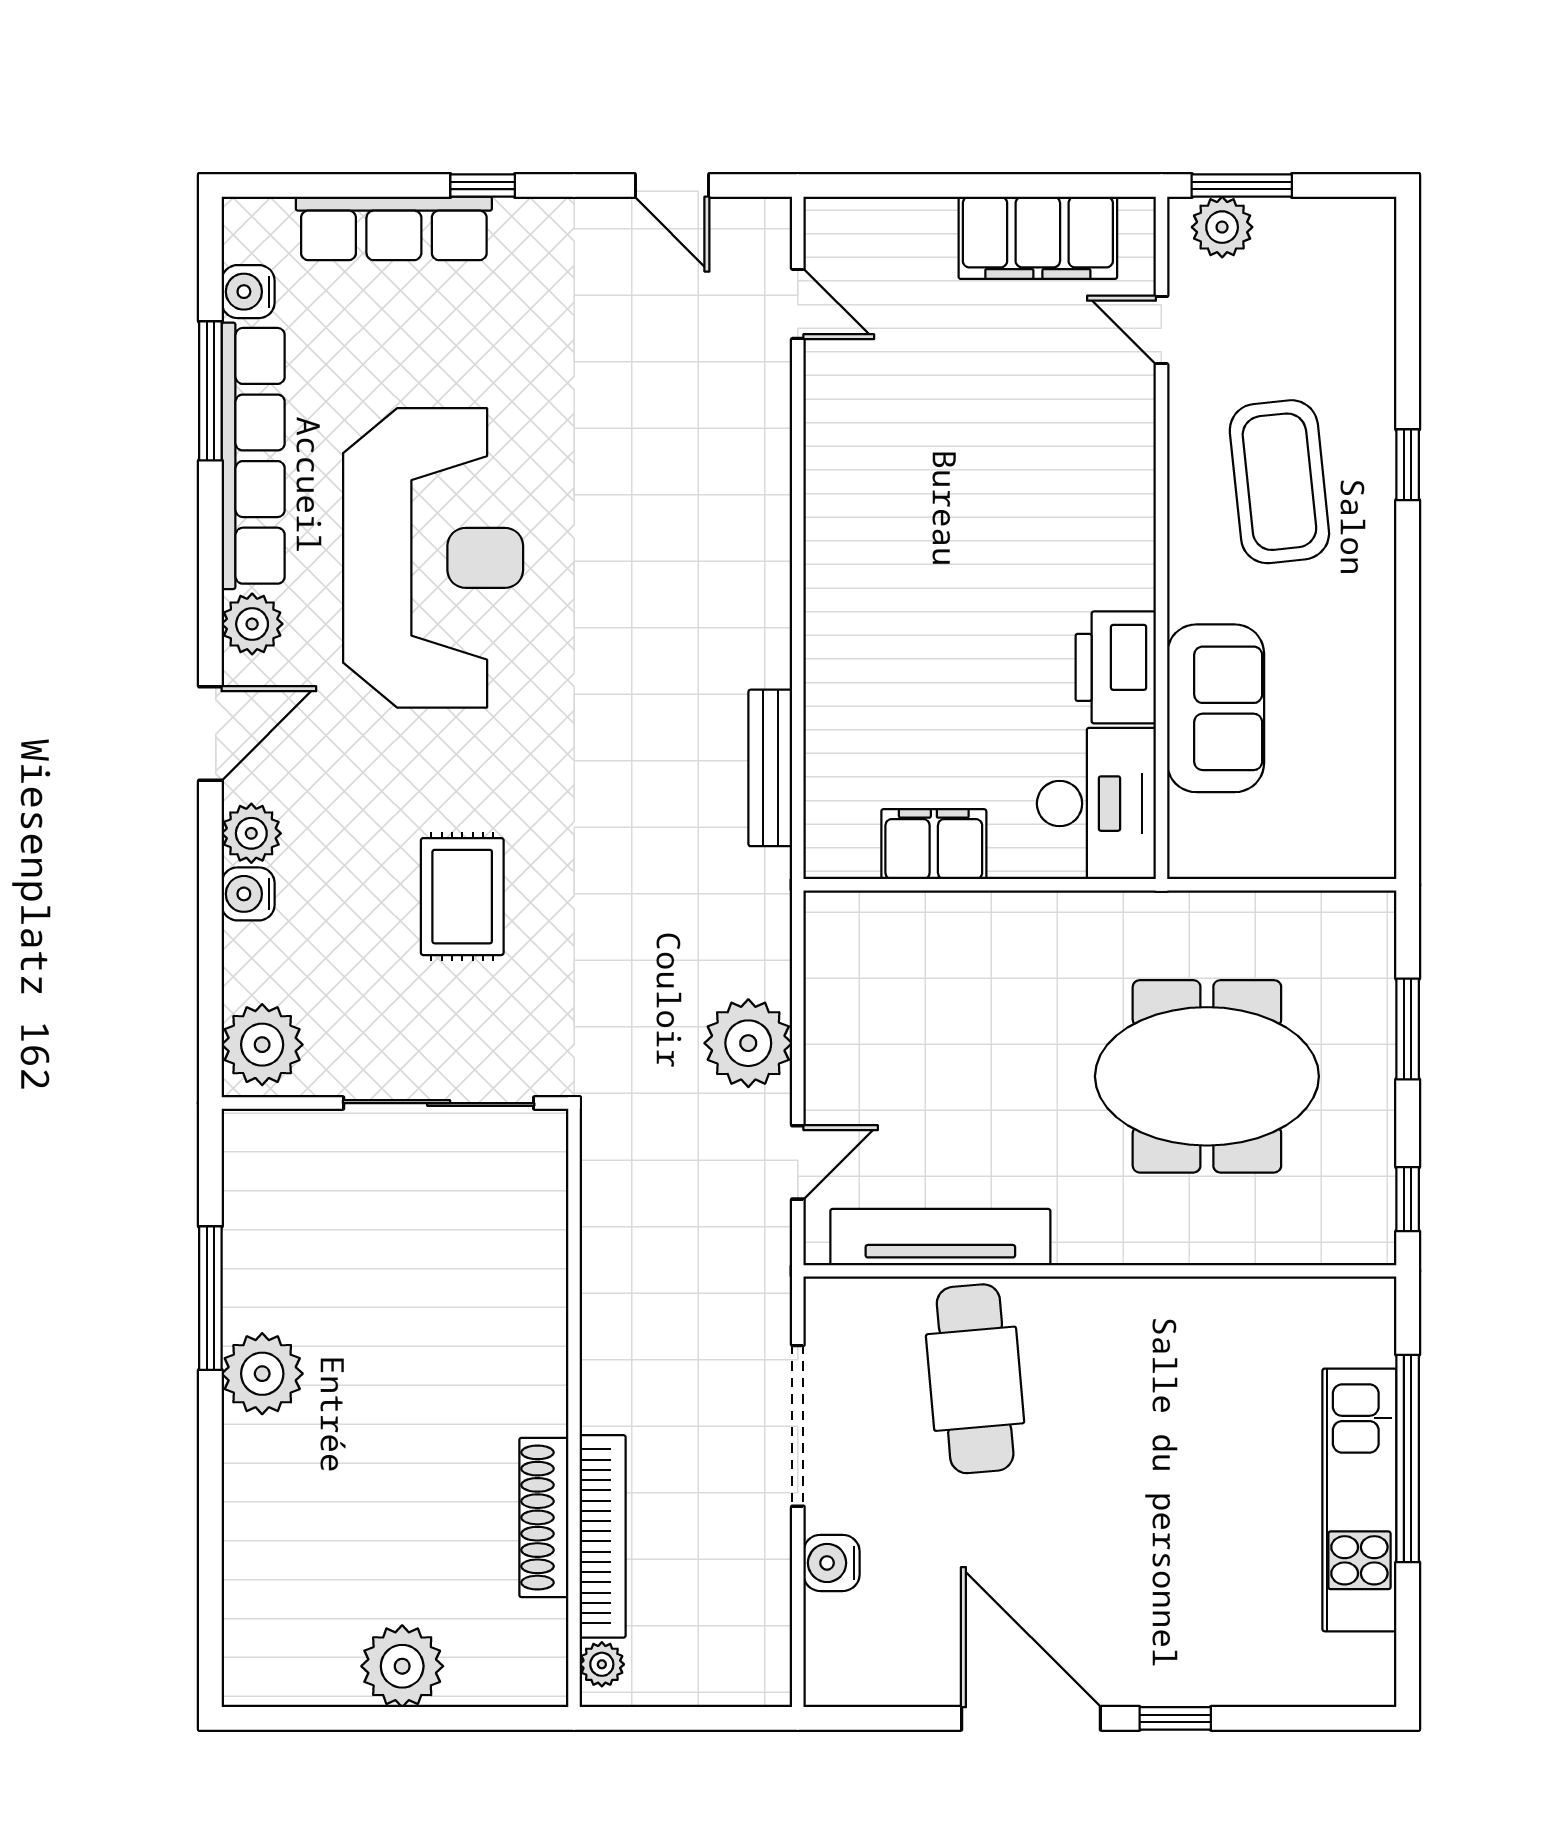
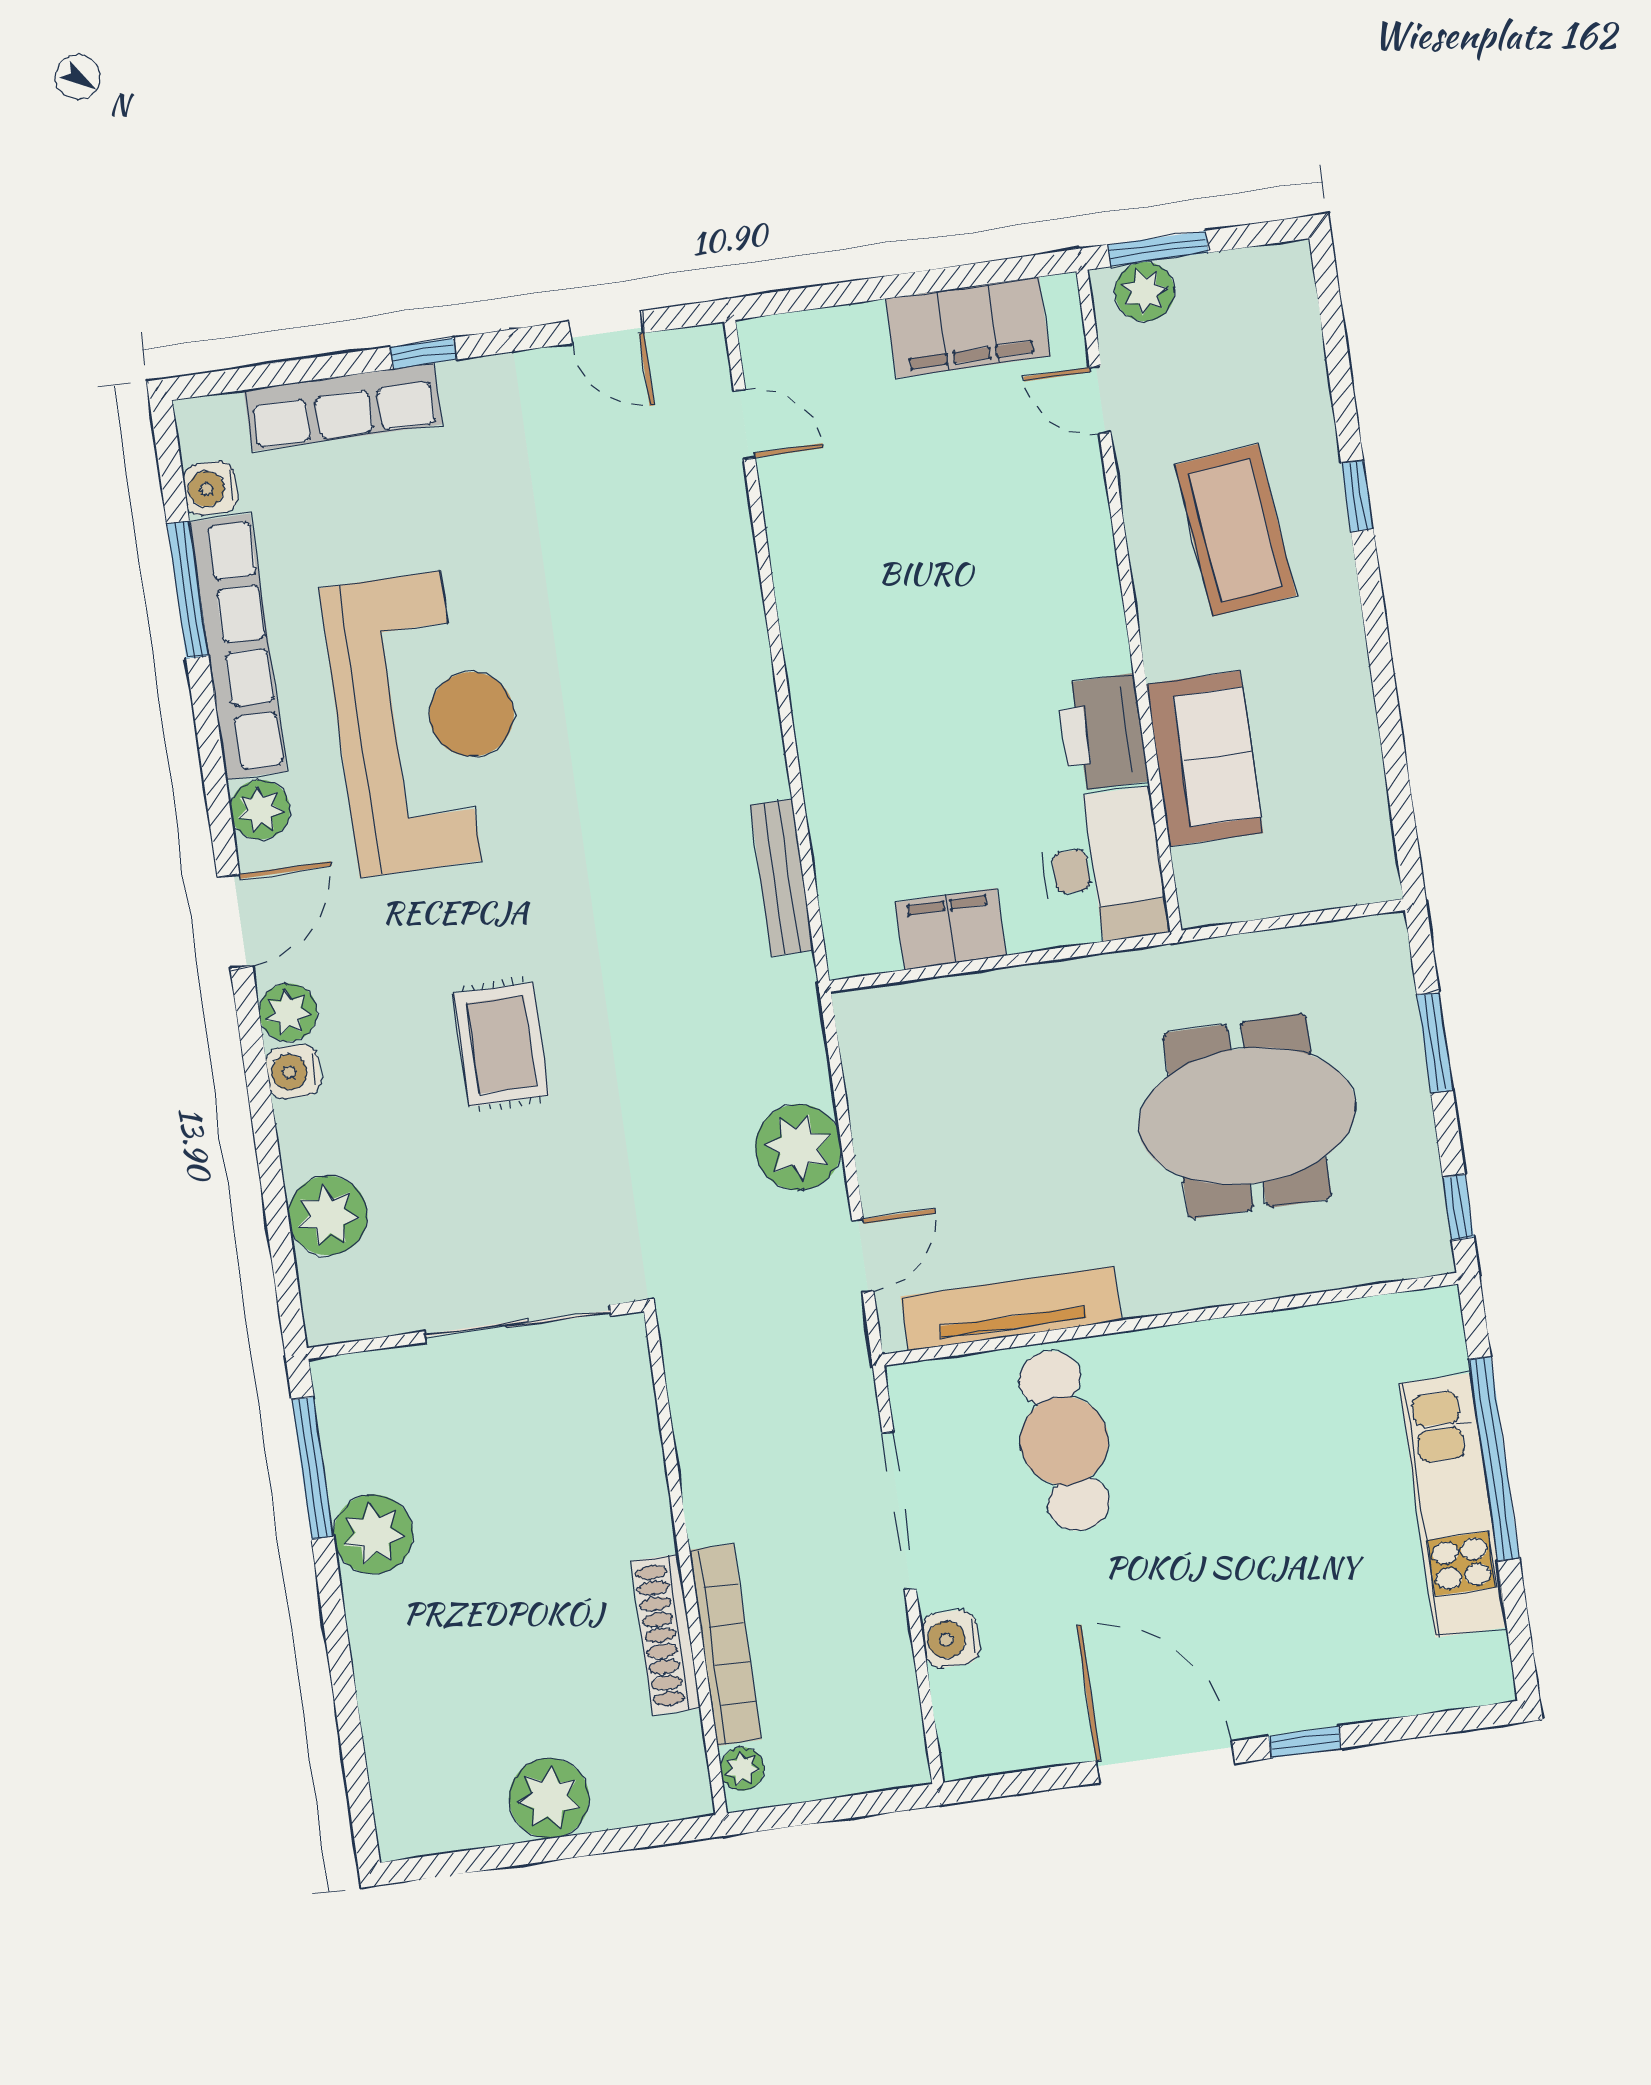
wall: (395, 1103) -> (475, 1330), moved
sliding door: (439, 1103) -> (518, 1324), moved

